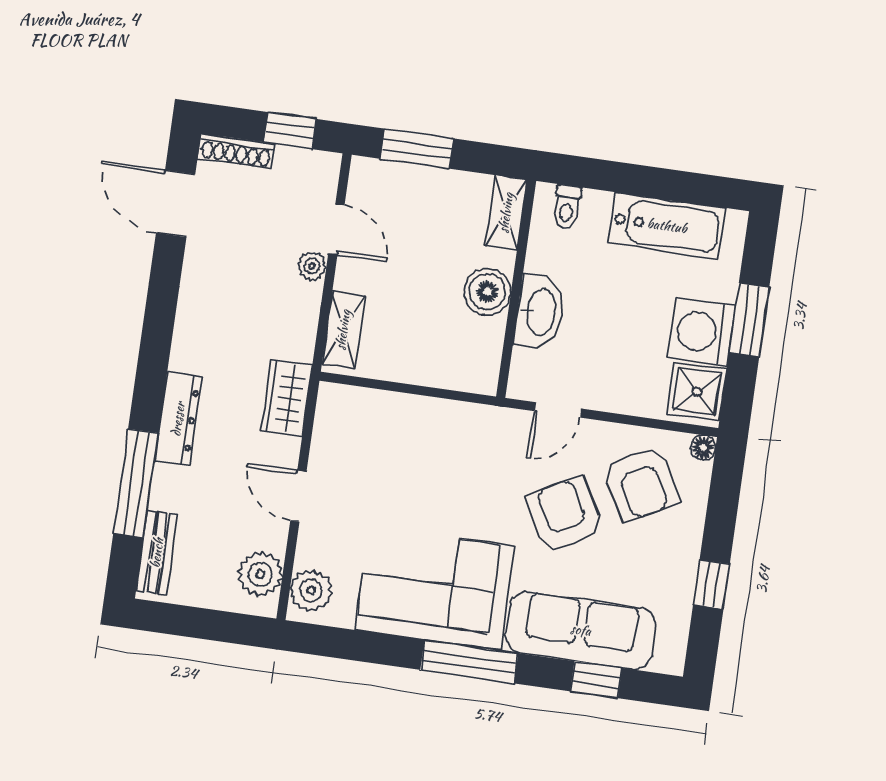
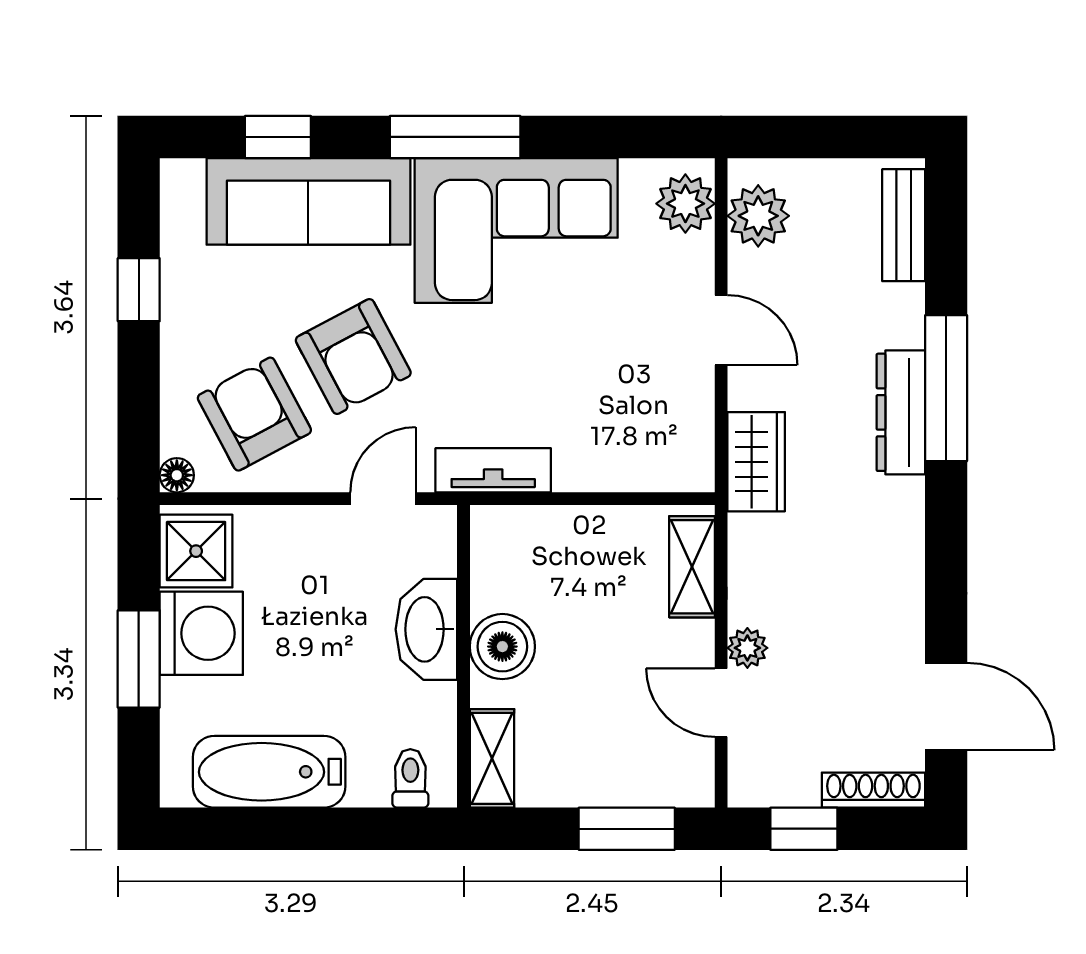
tv unit: (476, 419) -> (493, 470), added
window: (136, 483) -> (946, 388), moved

